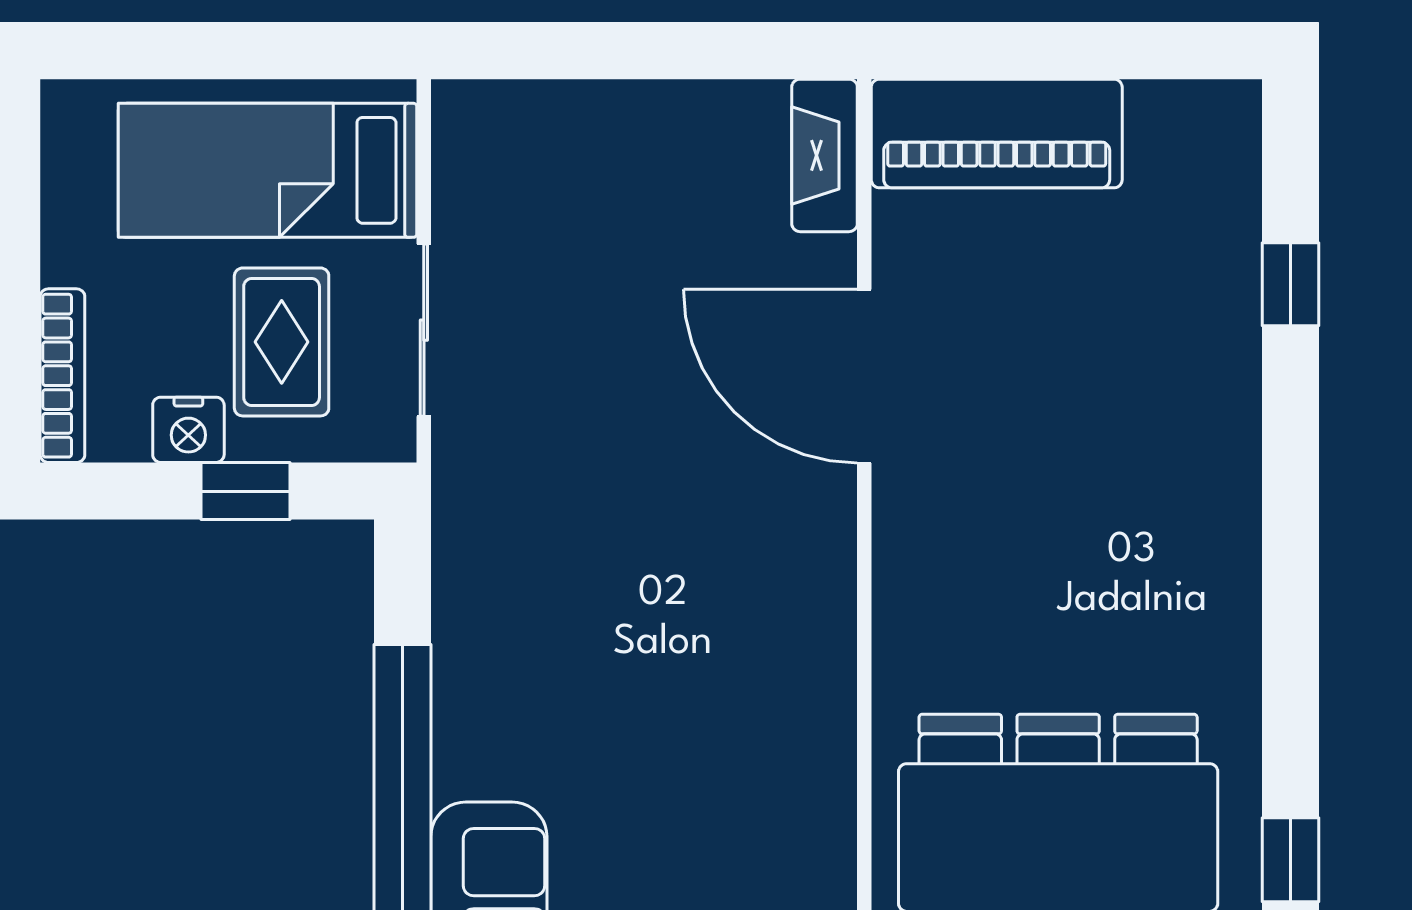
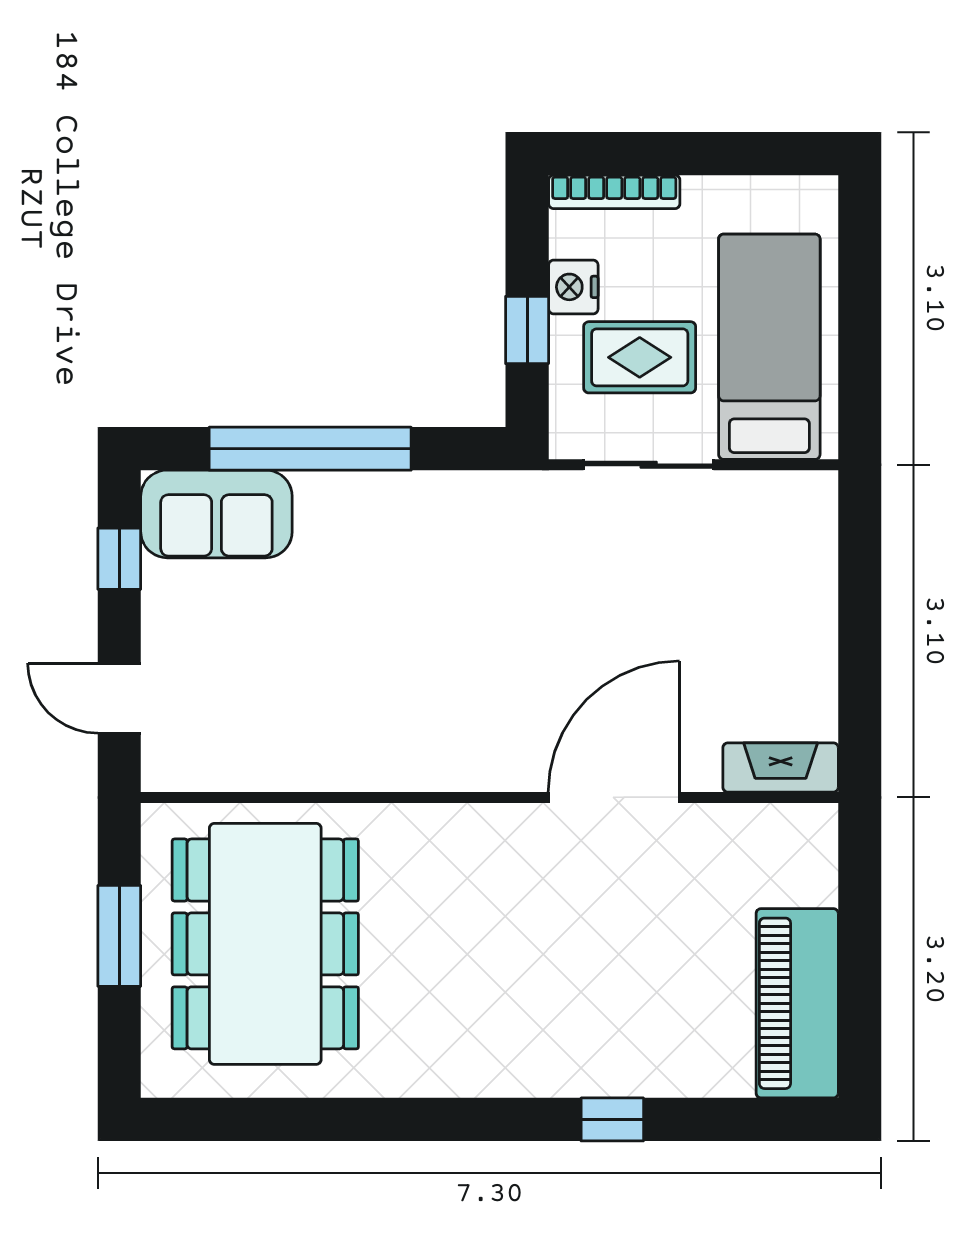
piano: (997, 133) -> (797, 1003), moved
window: (1290, 284) -> (612, 1119), moved
window: (1290, 860) -> (249, 1119), removed

